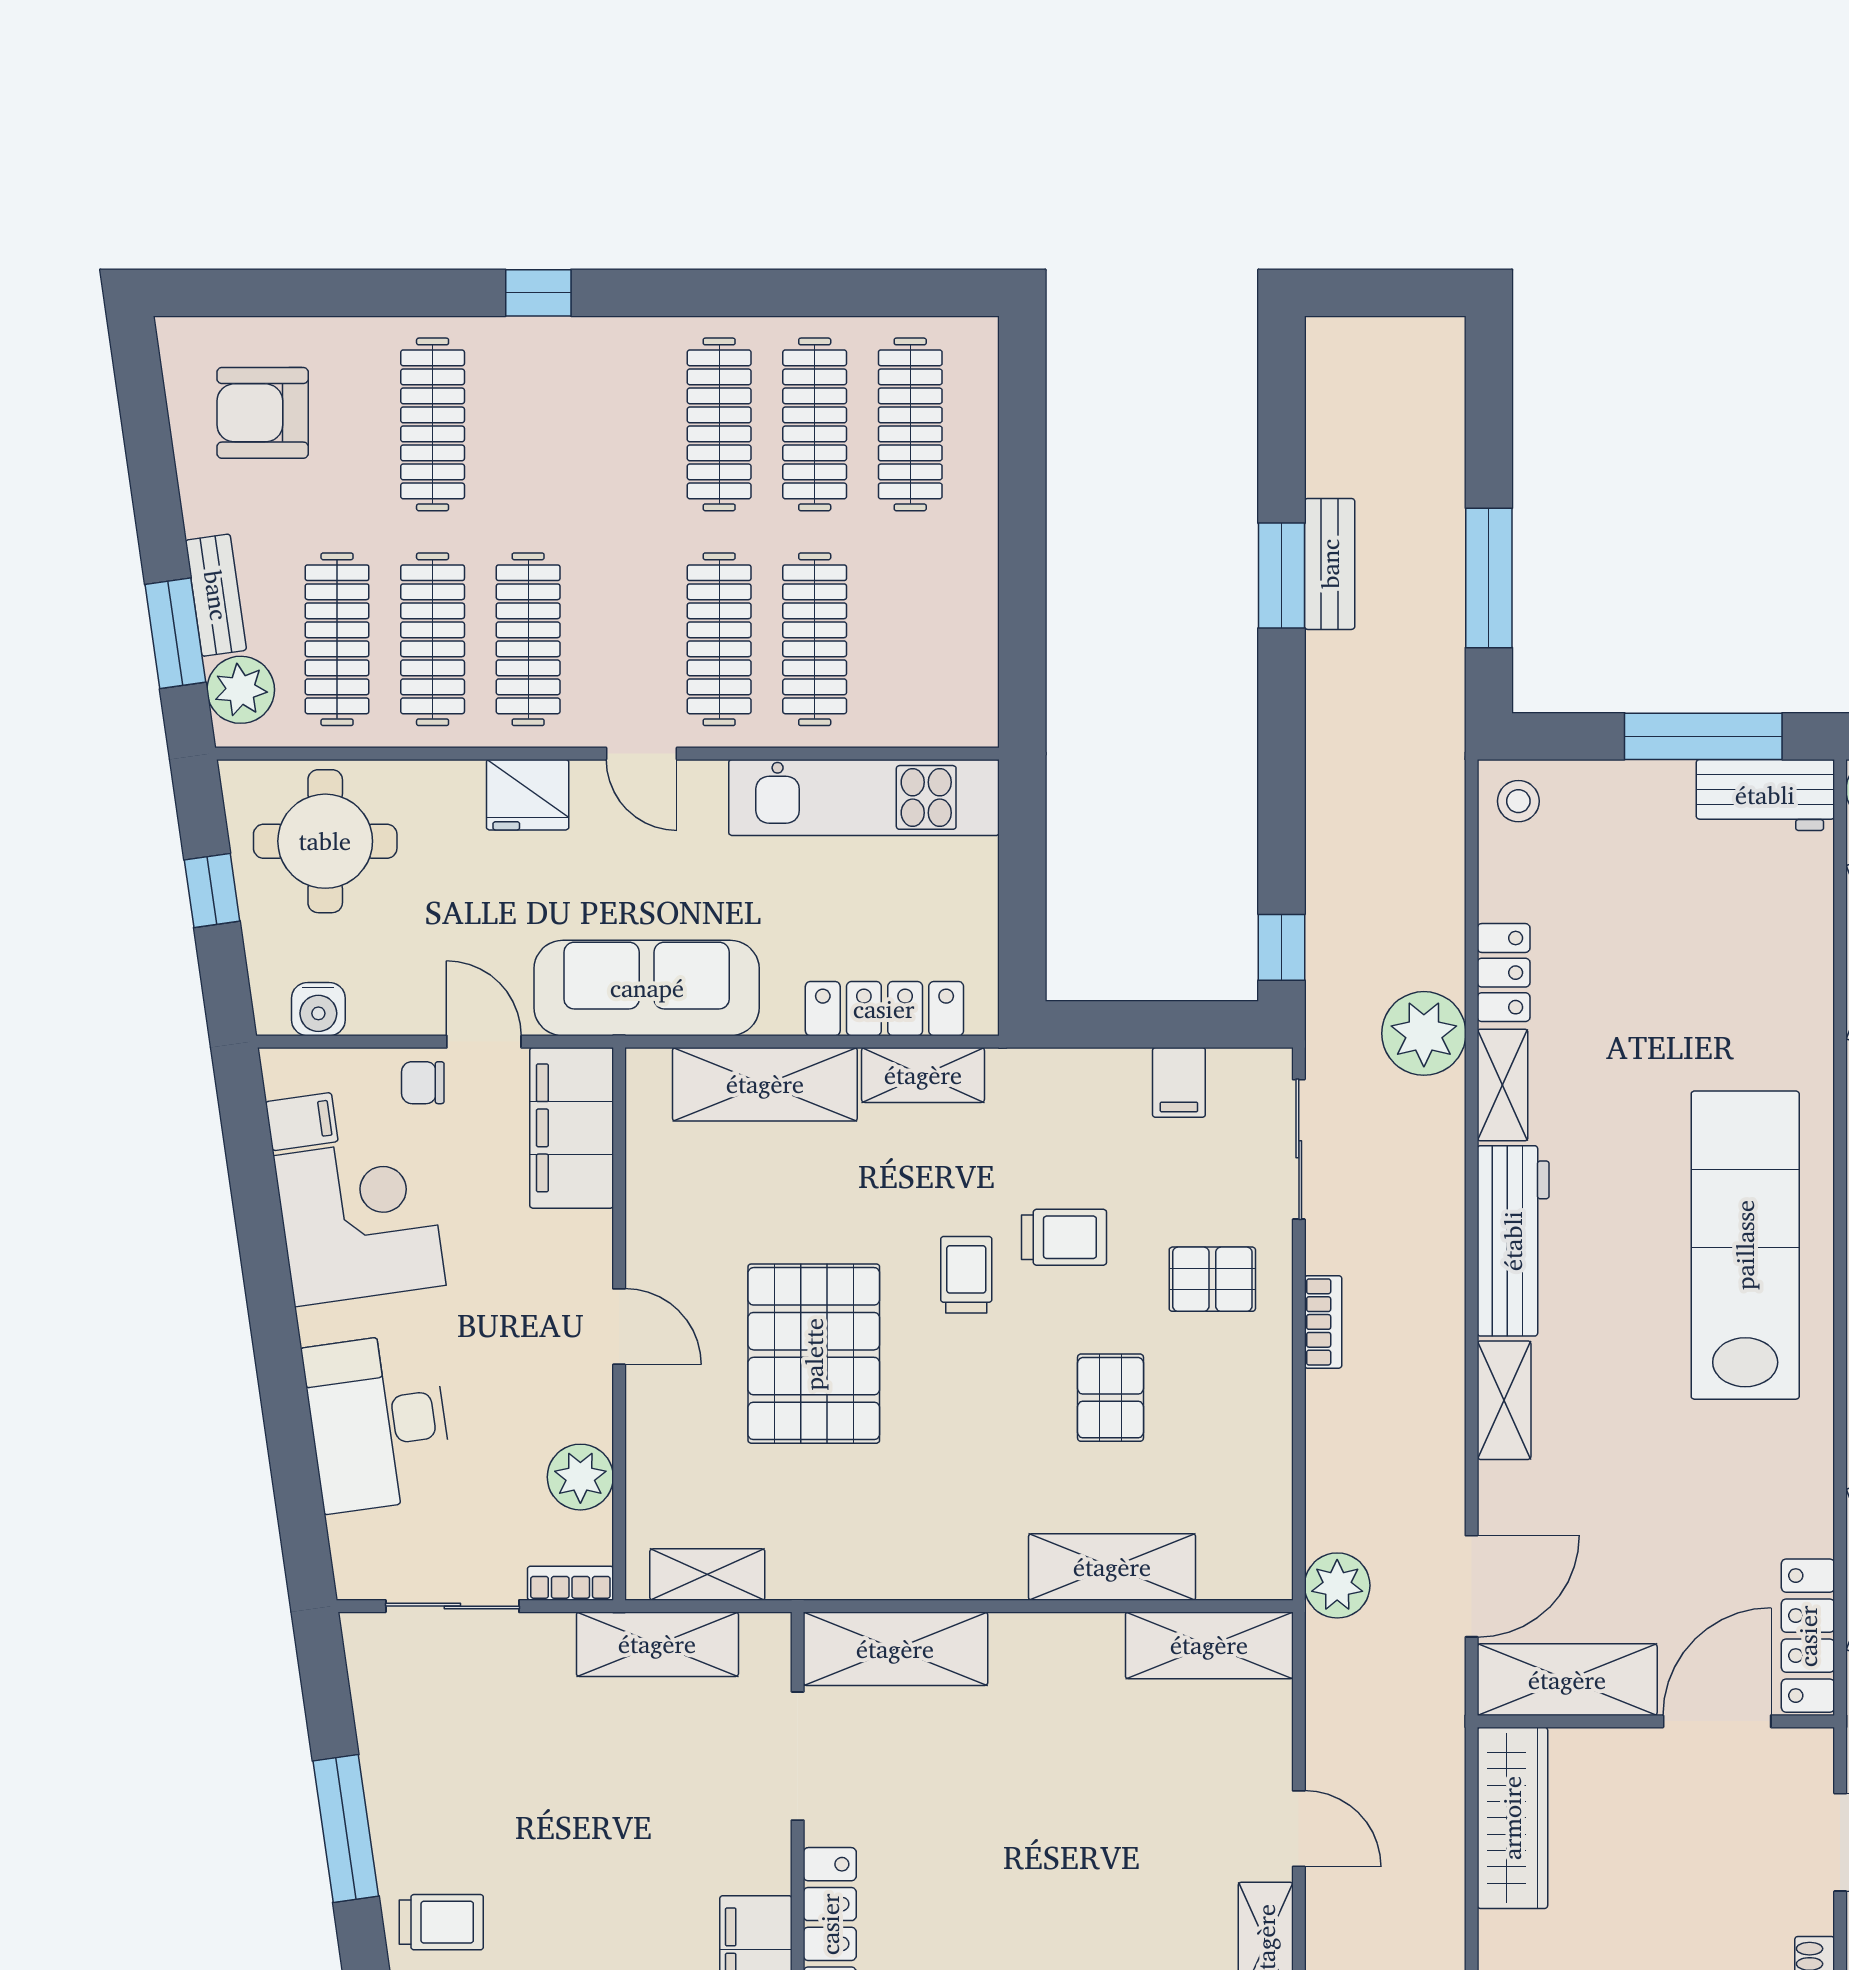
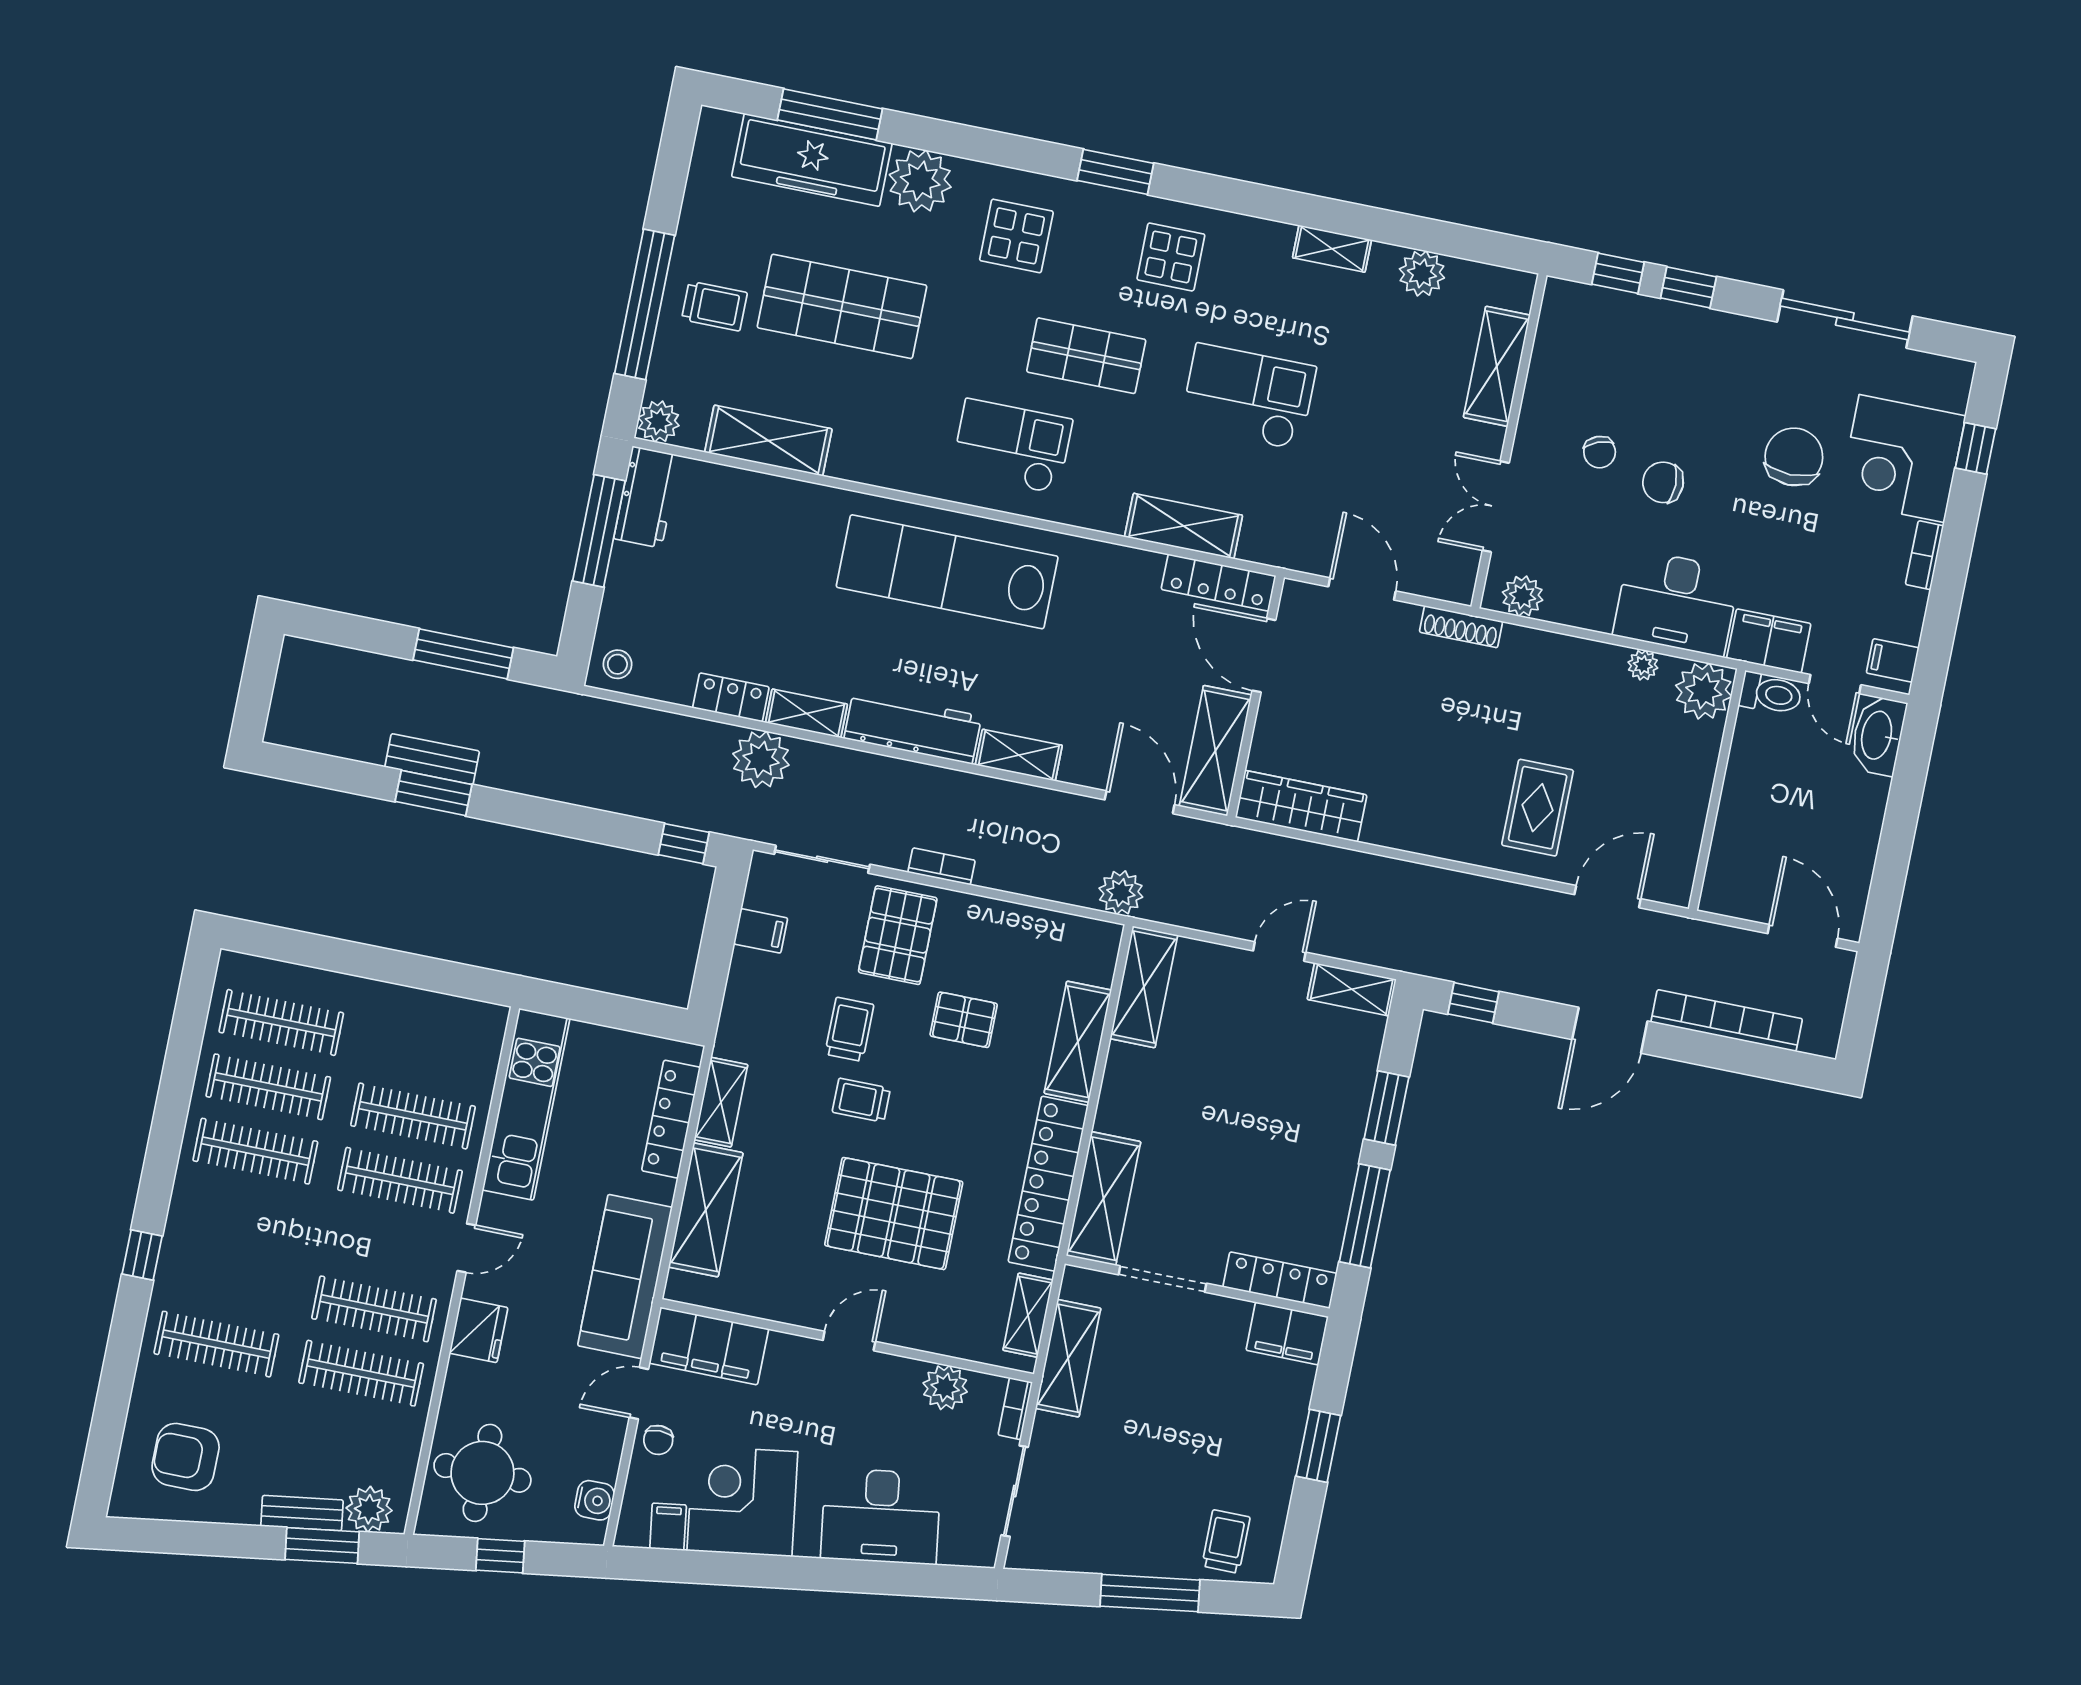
armchair: (263, 413) -> (186, 1457), turned 90
clothes rail: (337, 639) -> (348, 1438), removed
pallet: (1212, 1279) -> (898, 935), width x1.50, depth x1.42
locker: (901, 1565) -> (1048, 1184), added

